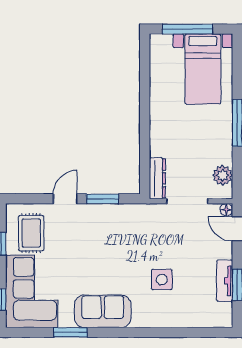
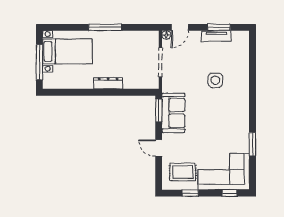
plant: (223, 175) -> (142, 38), removed
dresser: (157, 178) -> (108, 83), moved
window: (103, 199) -> (159, 110), moved
sofa: (103, 311) -> (173, 113), moved, turned 180

